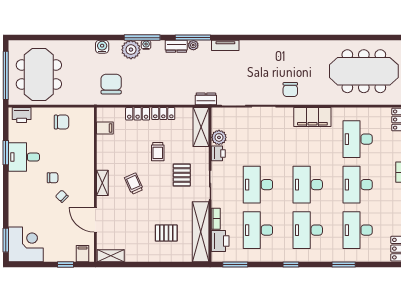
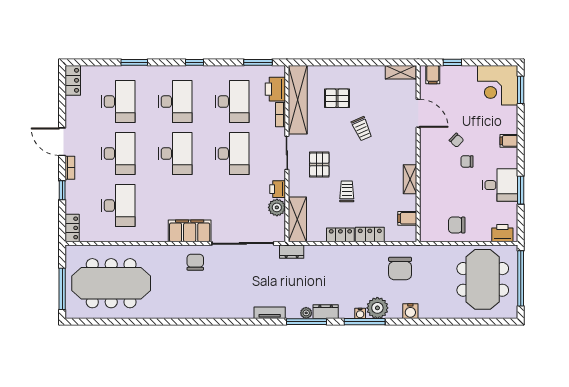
filing cabinet: (312, 117) -> (190, 231), moved
shelving: (102, 183) -> (410, 179), moved
trolley: (134, 184) -> (362, 129), moved
filing cabinet: (16, 196) -> (509, 141), added

